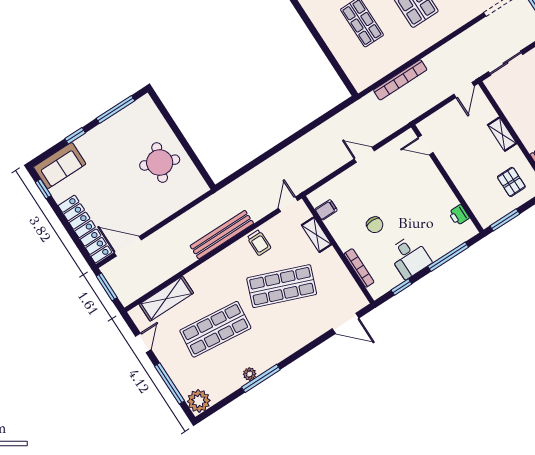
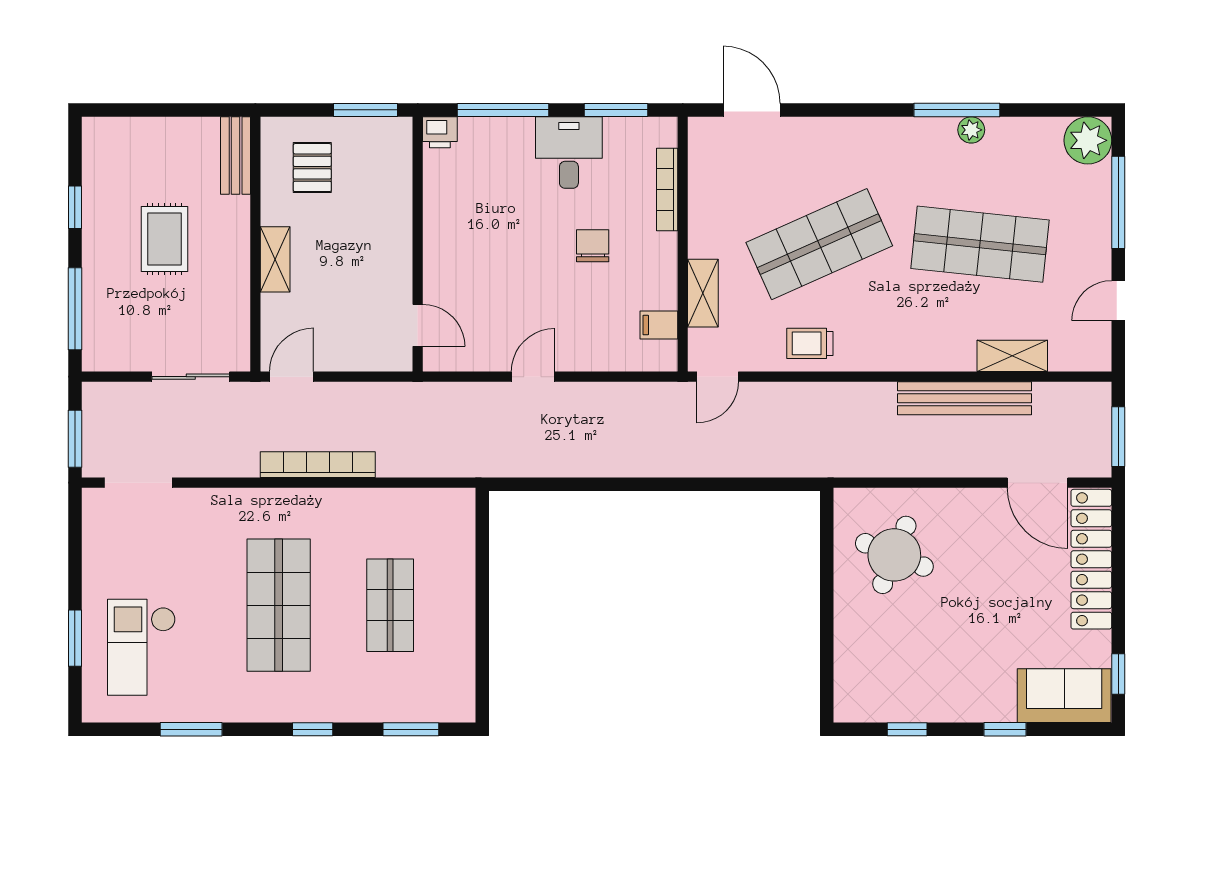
bookcase: (400, 80) -> (318, 465), moved
window: (115, 110) -> (907, 729), width x0.46
door: (364, 155) -> (533, 377), swing flipped
round table: (160, 163) -> (894, 555), moved
printer: (459, 215) -> (440, 132), moved, turned 90
bench: (222, 235) -> (965, 398), moved
trolley: (259, 243) -> (810, 343), turned -90
shop shelf: (282, 286) -> (819, 244), turned -45
window: (401, 287) -> (616, 110), width x1.50
shelving: (166, 299) -> (1012, 356), width x0.67, depth x0.75

